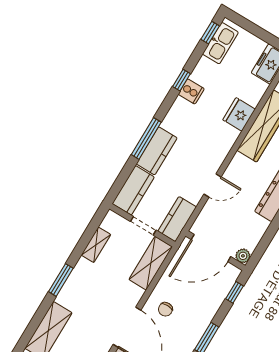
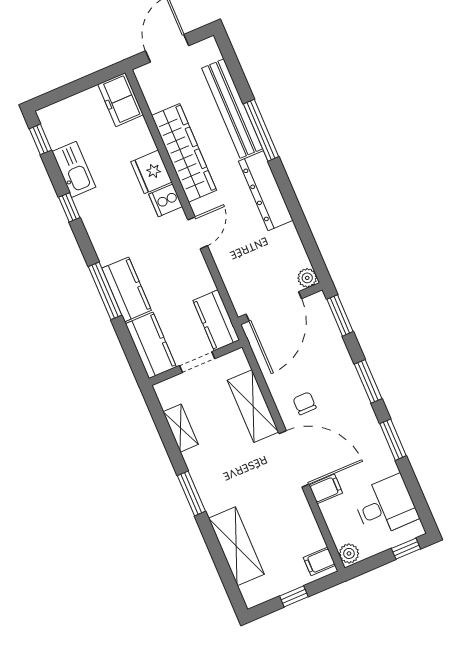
kitchen sink: (220, 43) -> (74, 169), moved
cooker: (191, 91) -> (166, 200), moved, turned 180
door: (213, 185) -> (198, 233), moved
shelving: (151, 263) -> (253, 406), moved
window: (234, 292) -> (340, 315), width x1.50
chair: (165, 309) -> (305, 403), turned 180

